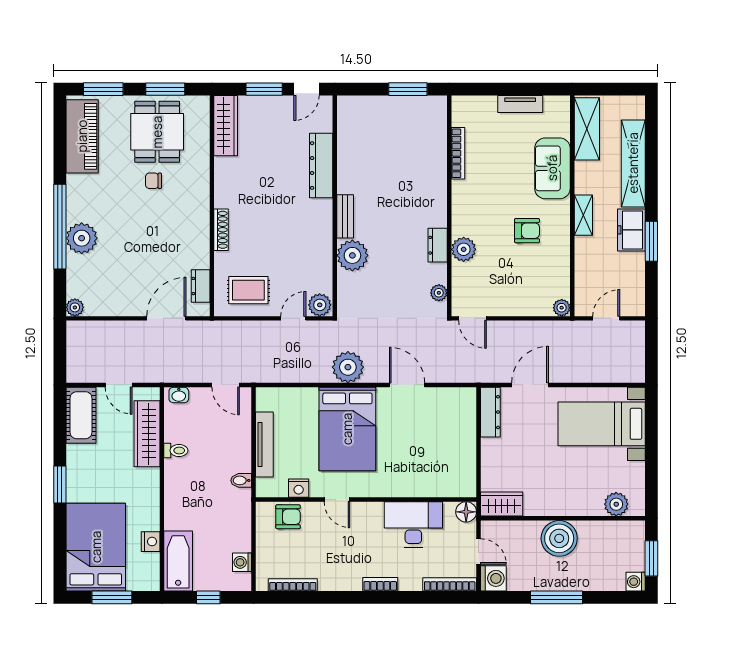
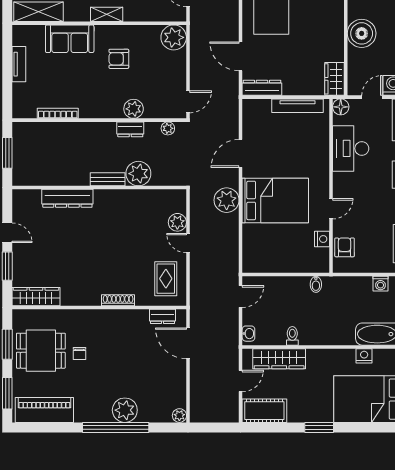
dresser: (321, 166) -> (67, 198), moved
wall: (335, 206) -> (99, 188), moved
bench: (345, 216) -> (108, 179), moved
armchair: (527, 231) -> (119, 59), turned -90
plant: (352, 255) -> (138, 174), moved
plant: (562, 308) -> (174, 37), width x1.88, depth x1.88
tv unit: (264, 445) -> (297, 106), moved, turned 180

